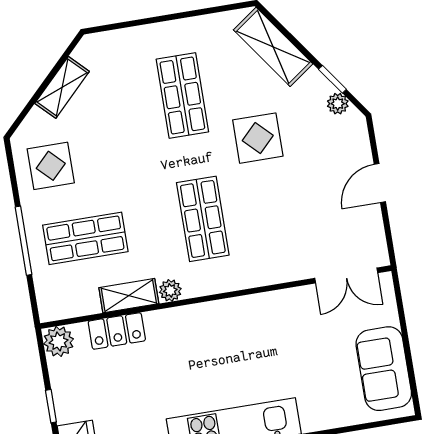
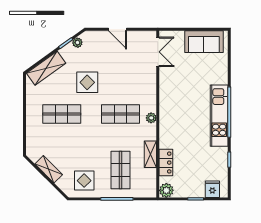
plant: (170, 290) -> (151, 118), moved

